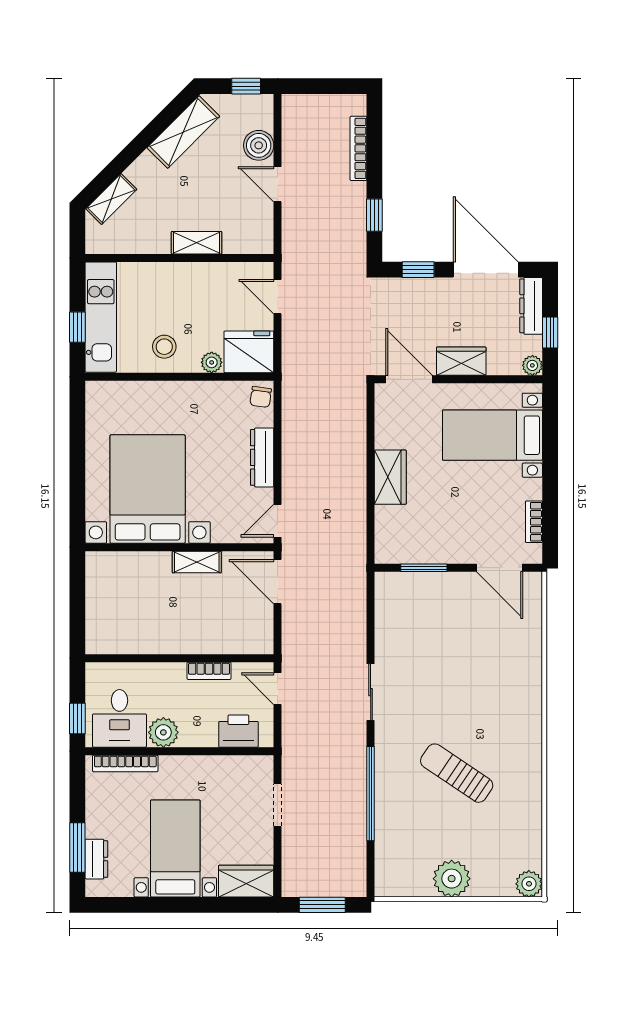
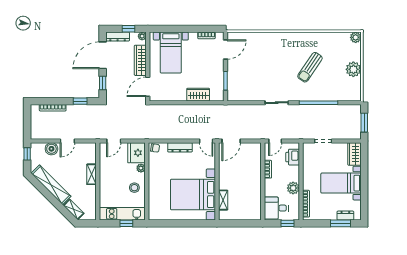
shelving: (183, 132) -> (51, 185), width x1.47
wardrobe: (461, 361) -> (140, 60), width x1.50
wardrobe: (390, 477) -> (198, 95), moved
shelving: (197, 562) -> (223, 200), moved
desk: (119, 718) -> (276, 208), moved, turned 180

